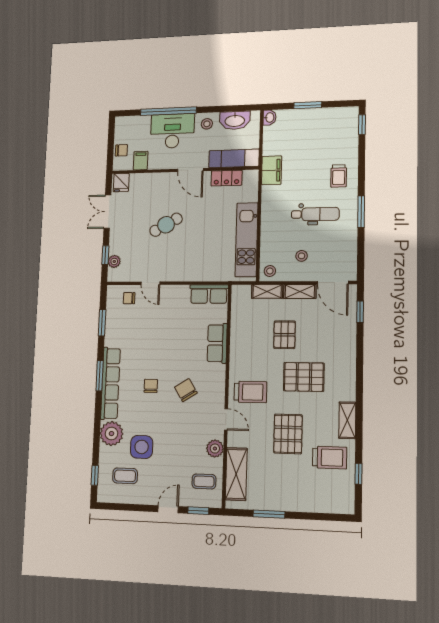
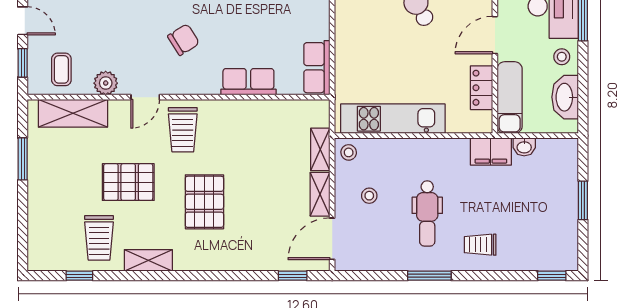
washbasin: (269, 118) -> (524, 147), moved
pallet: (285, 335) -> (261, 175), removed

